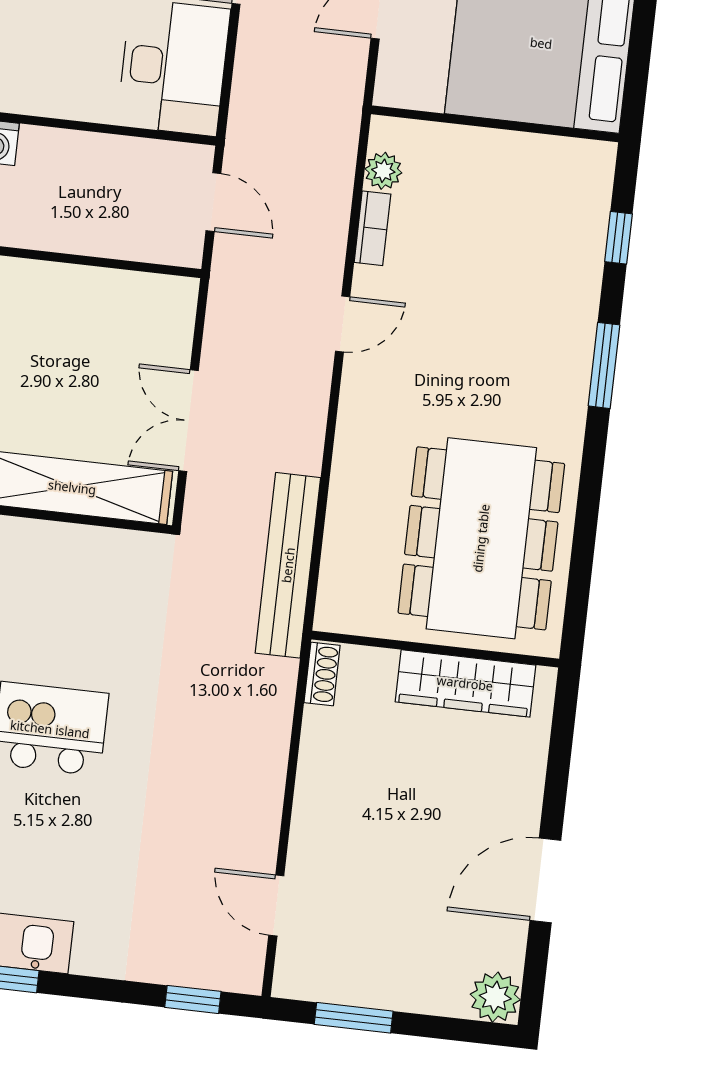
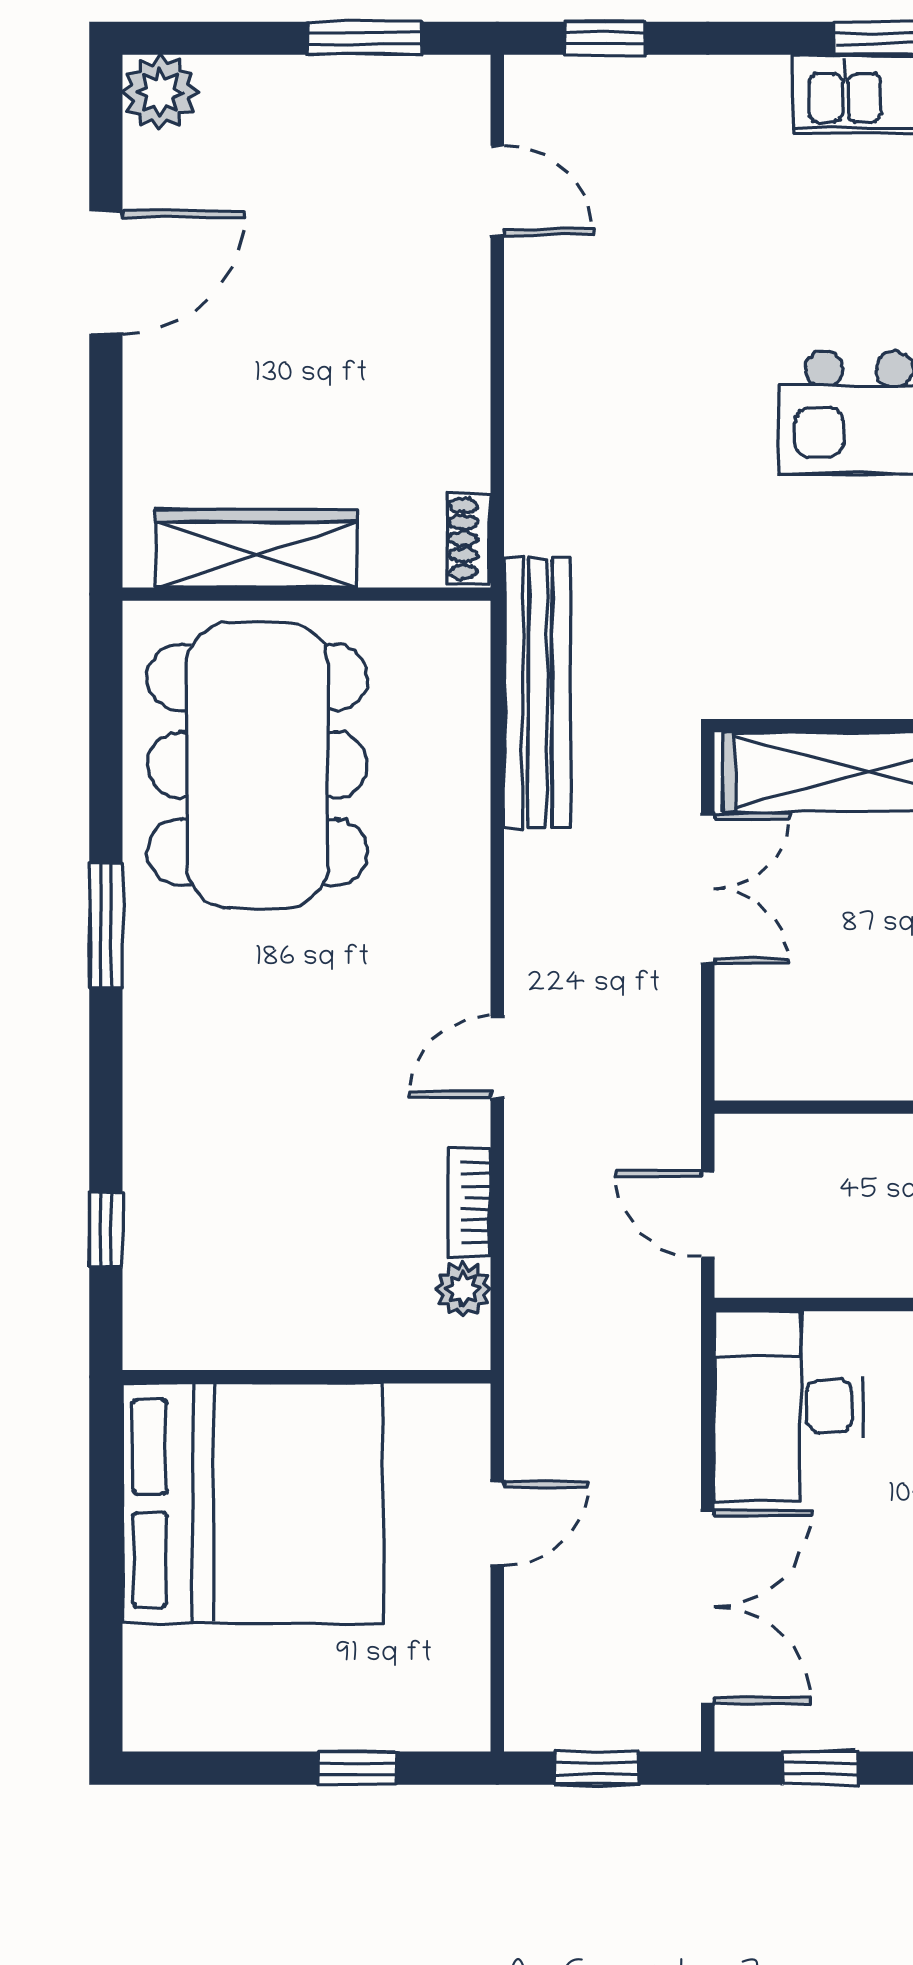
window: (604, 365) -> (106, 926), moved

